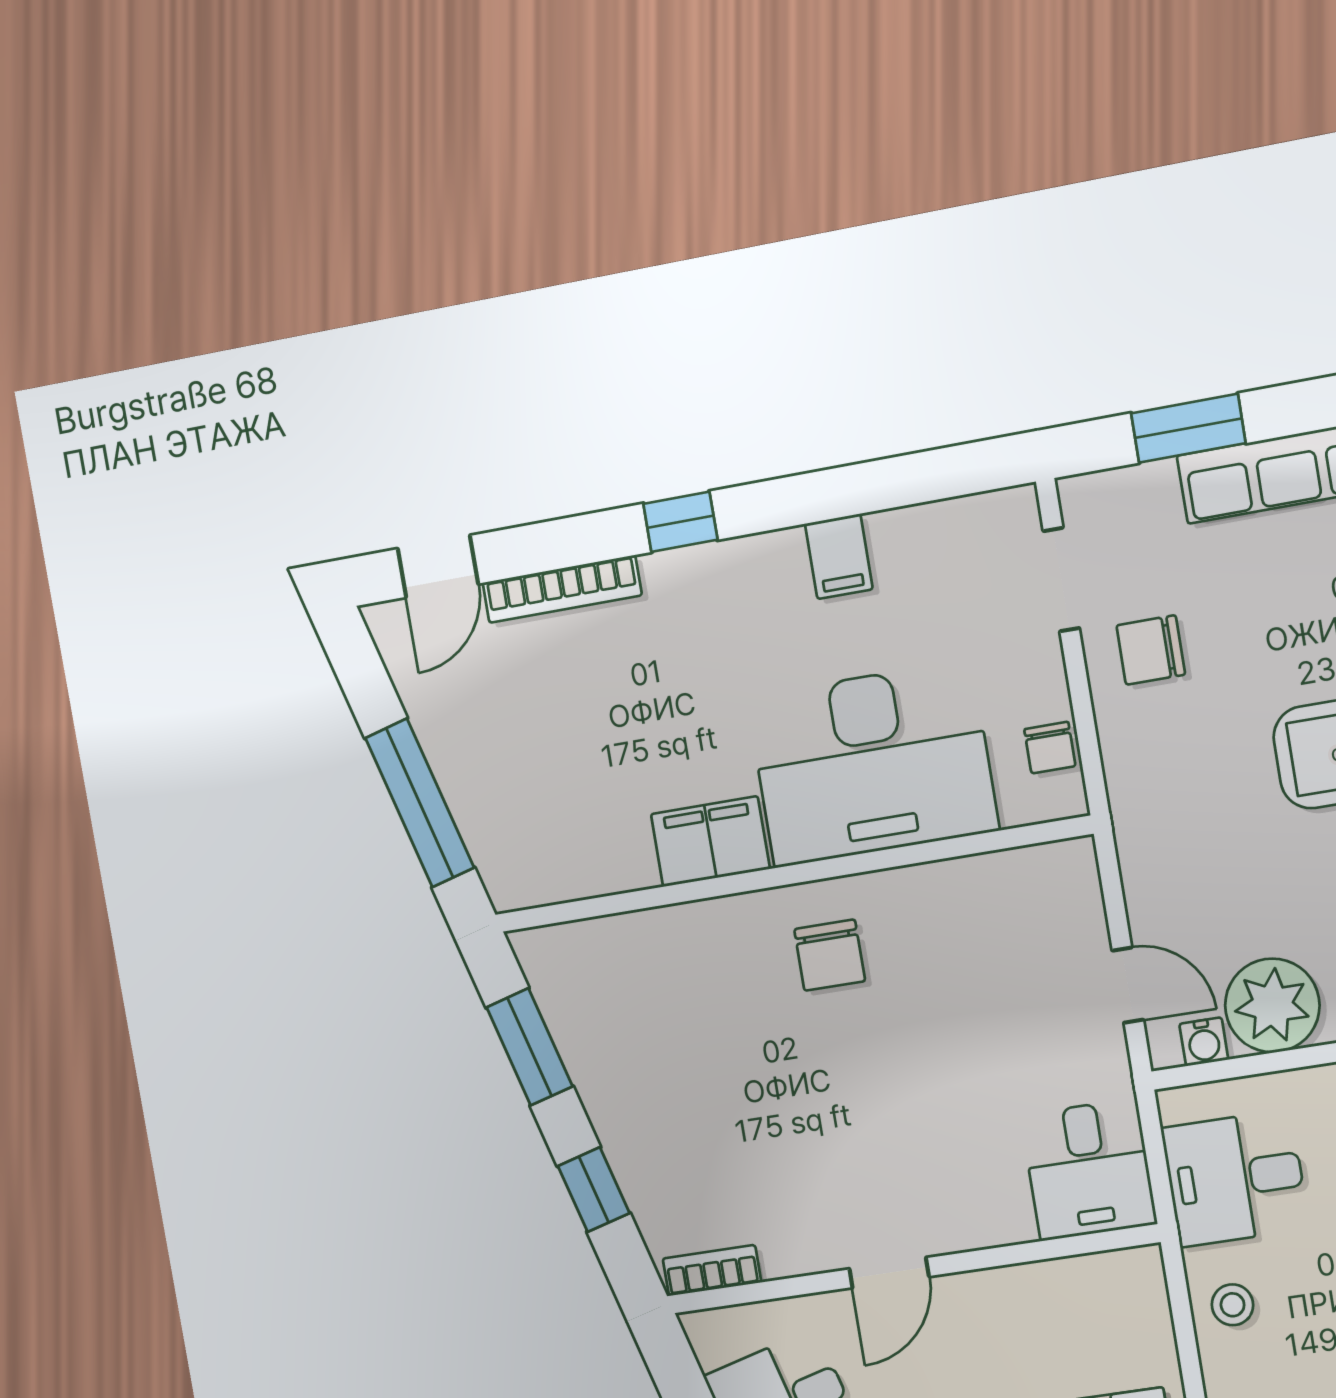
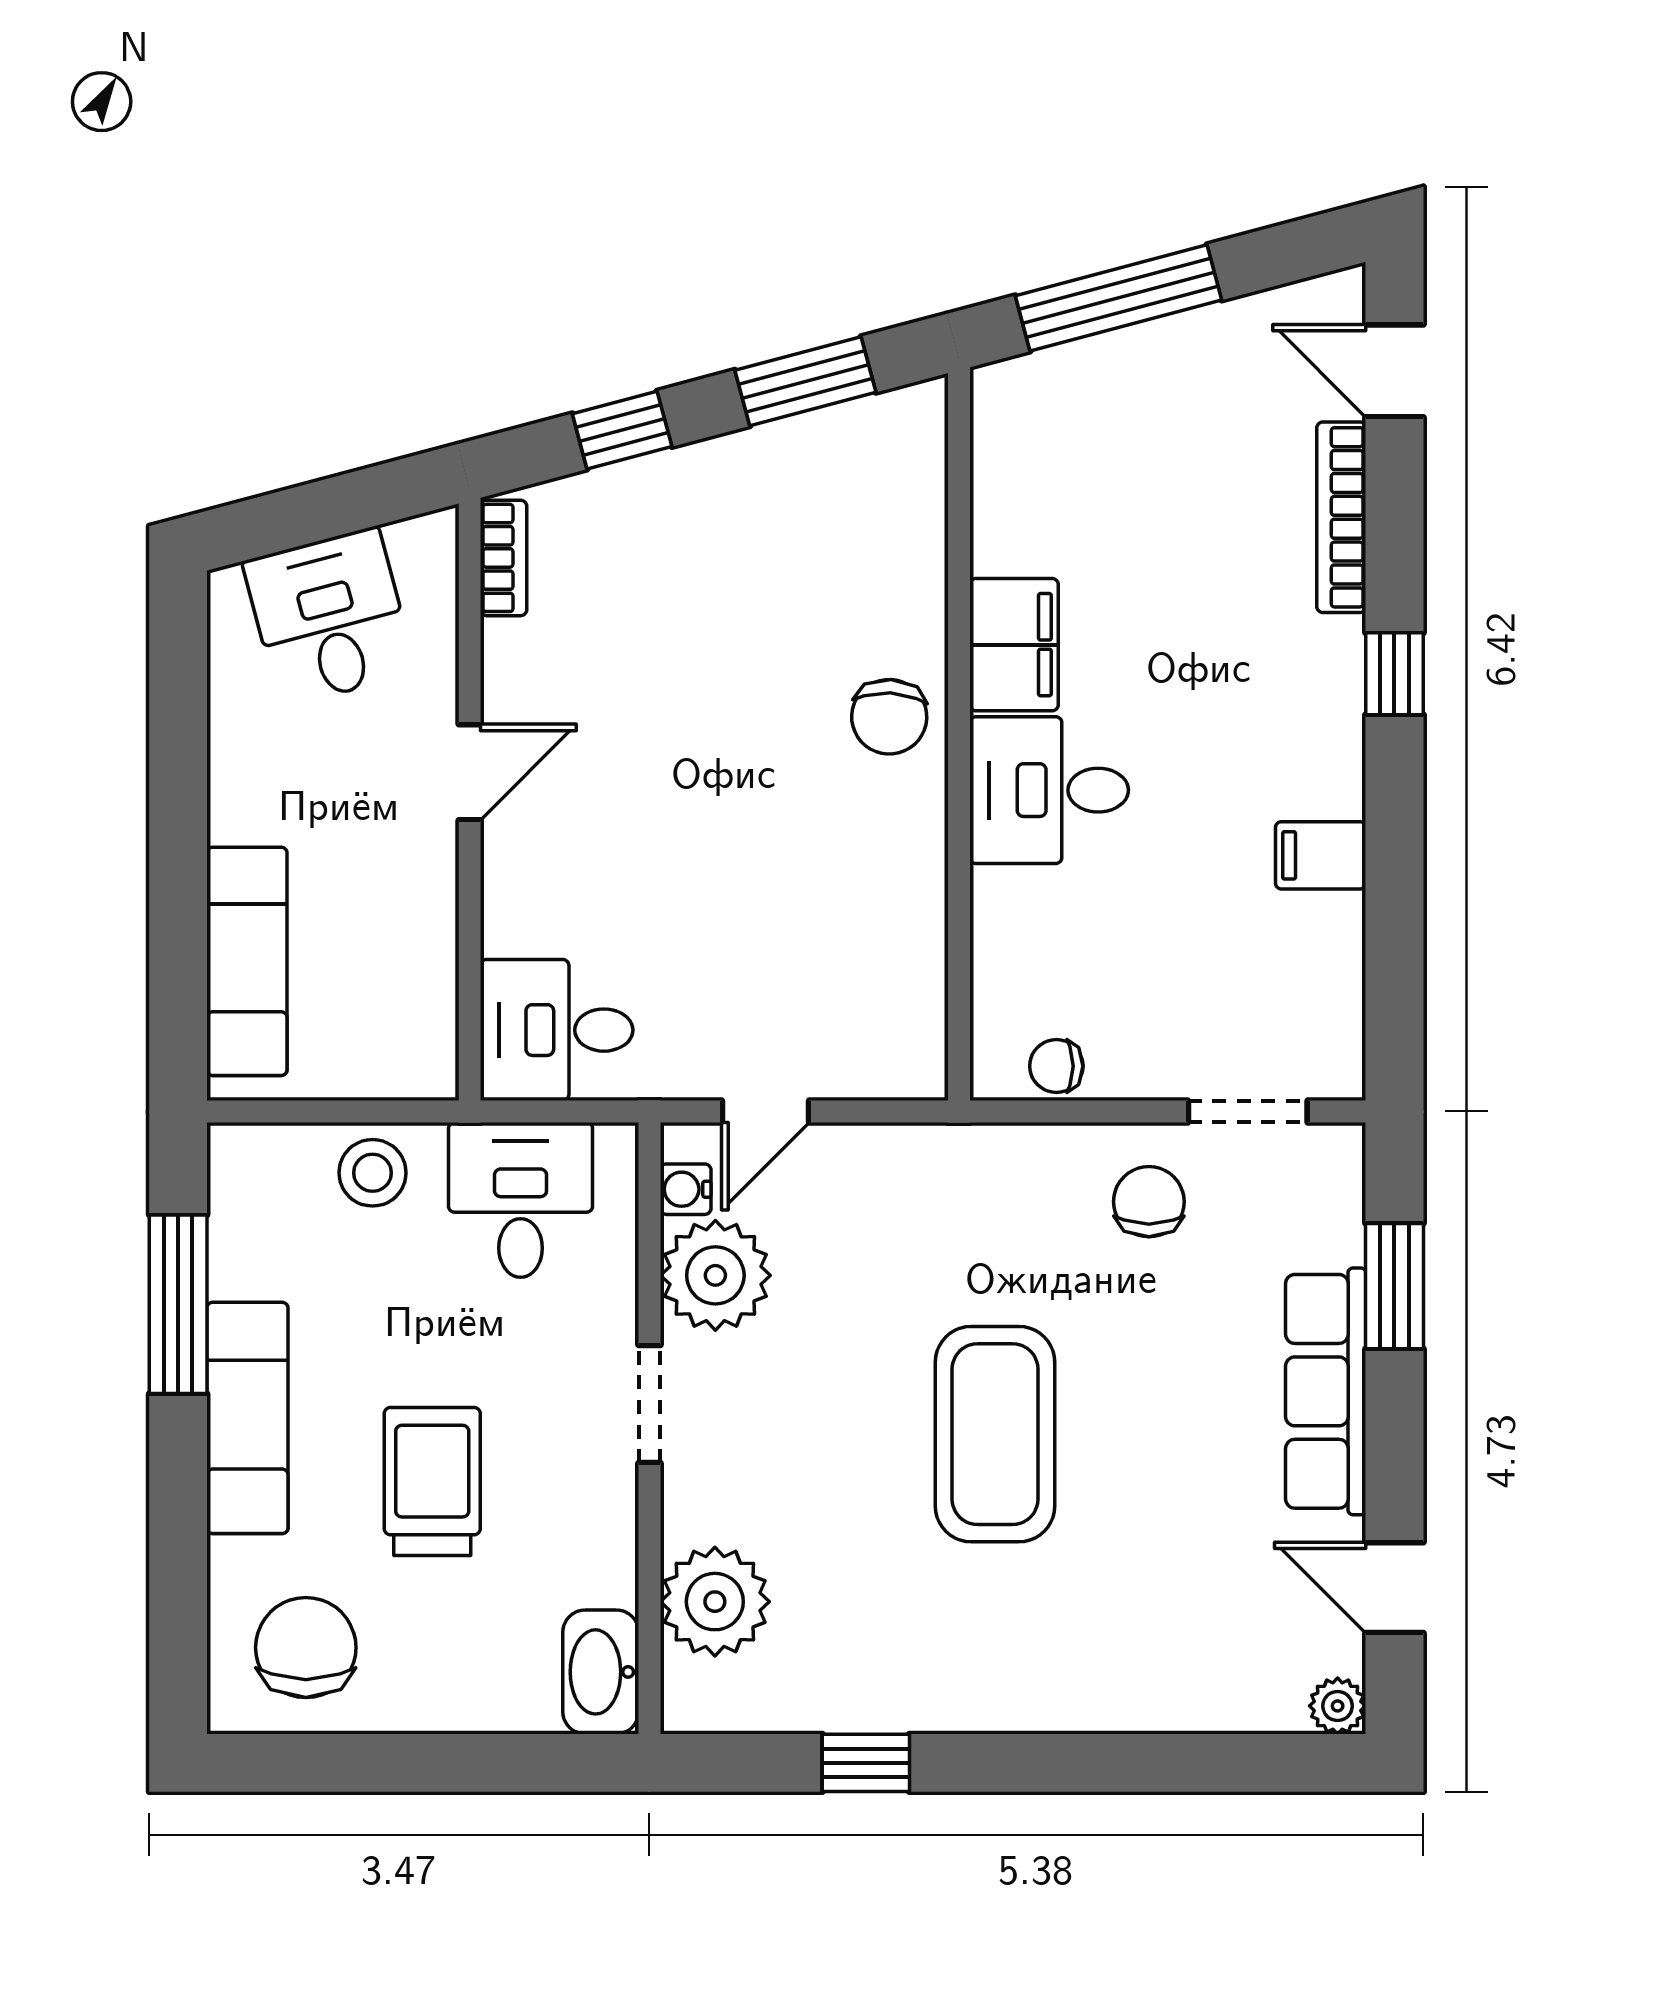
desk: (873, 764) -> (1049, 790), width x0.53, depth x0.77
chair: (830, 955) -> (889, 717), moved, turned -87
door: (889, 1273) -> (470, 772), swing flipped
stool: (1233, 1305) -> (373, 1173), width x1.37, depth x1.37

